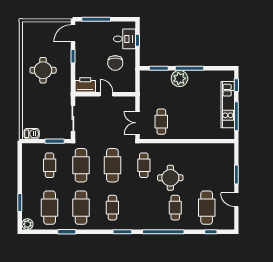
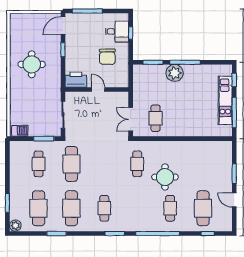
cafe table: (112, 165) -> (104, 164), removed

